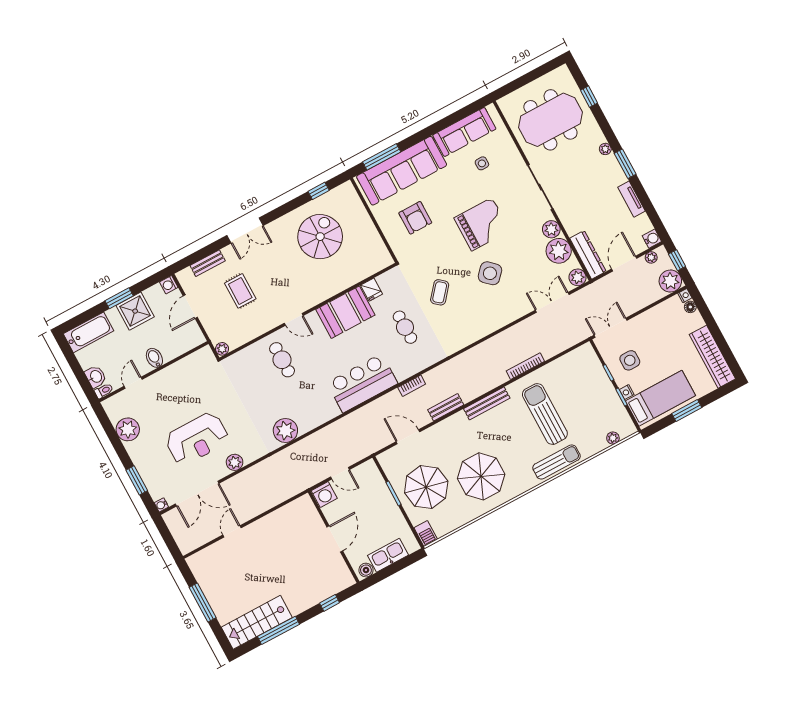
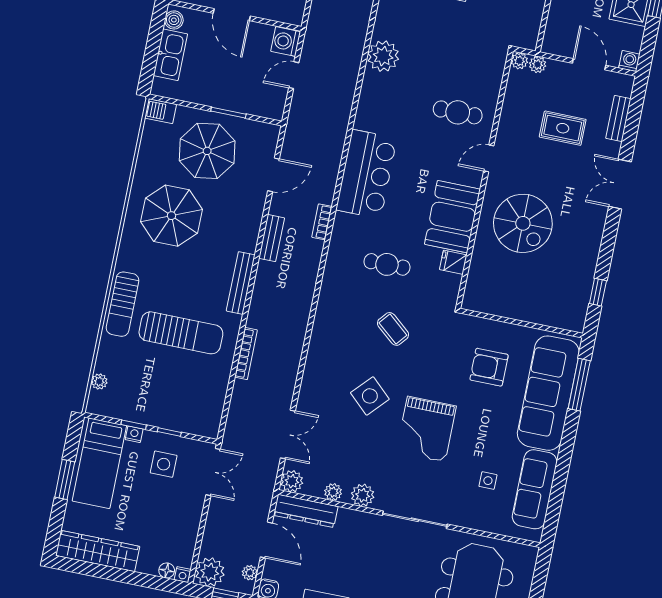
spiral stairs: (320, 237) -> (523, 223), moved
plant: (559, 251) -> (333, 492), width x0.53, depth x0.53
plant: (215, 336) -> (538, 65), added

